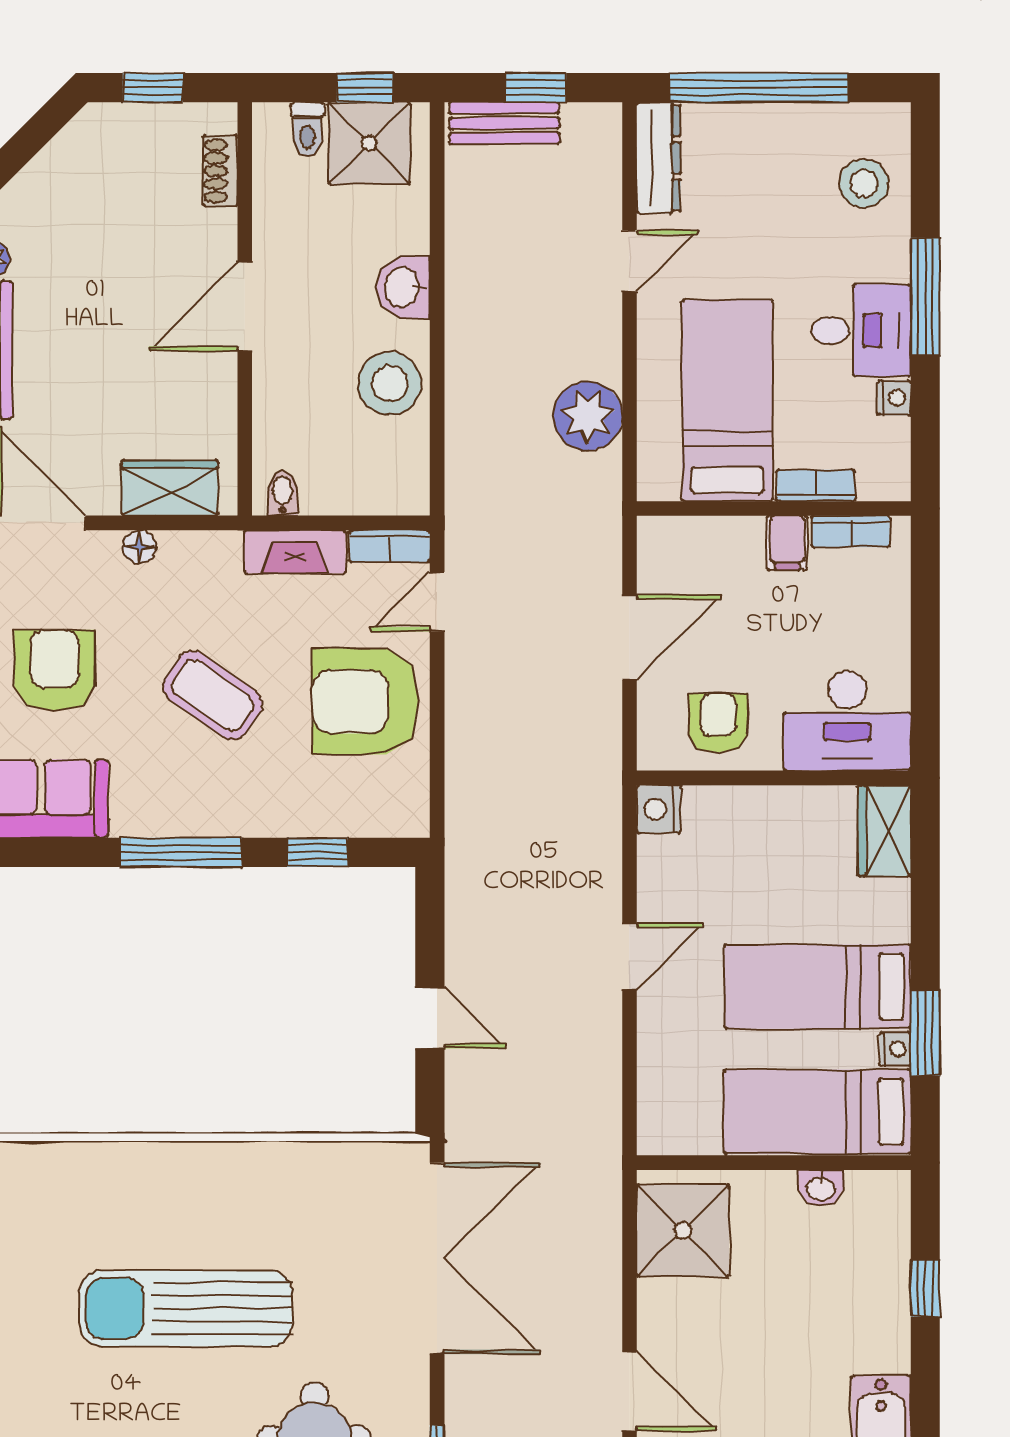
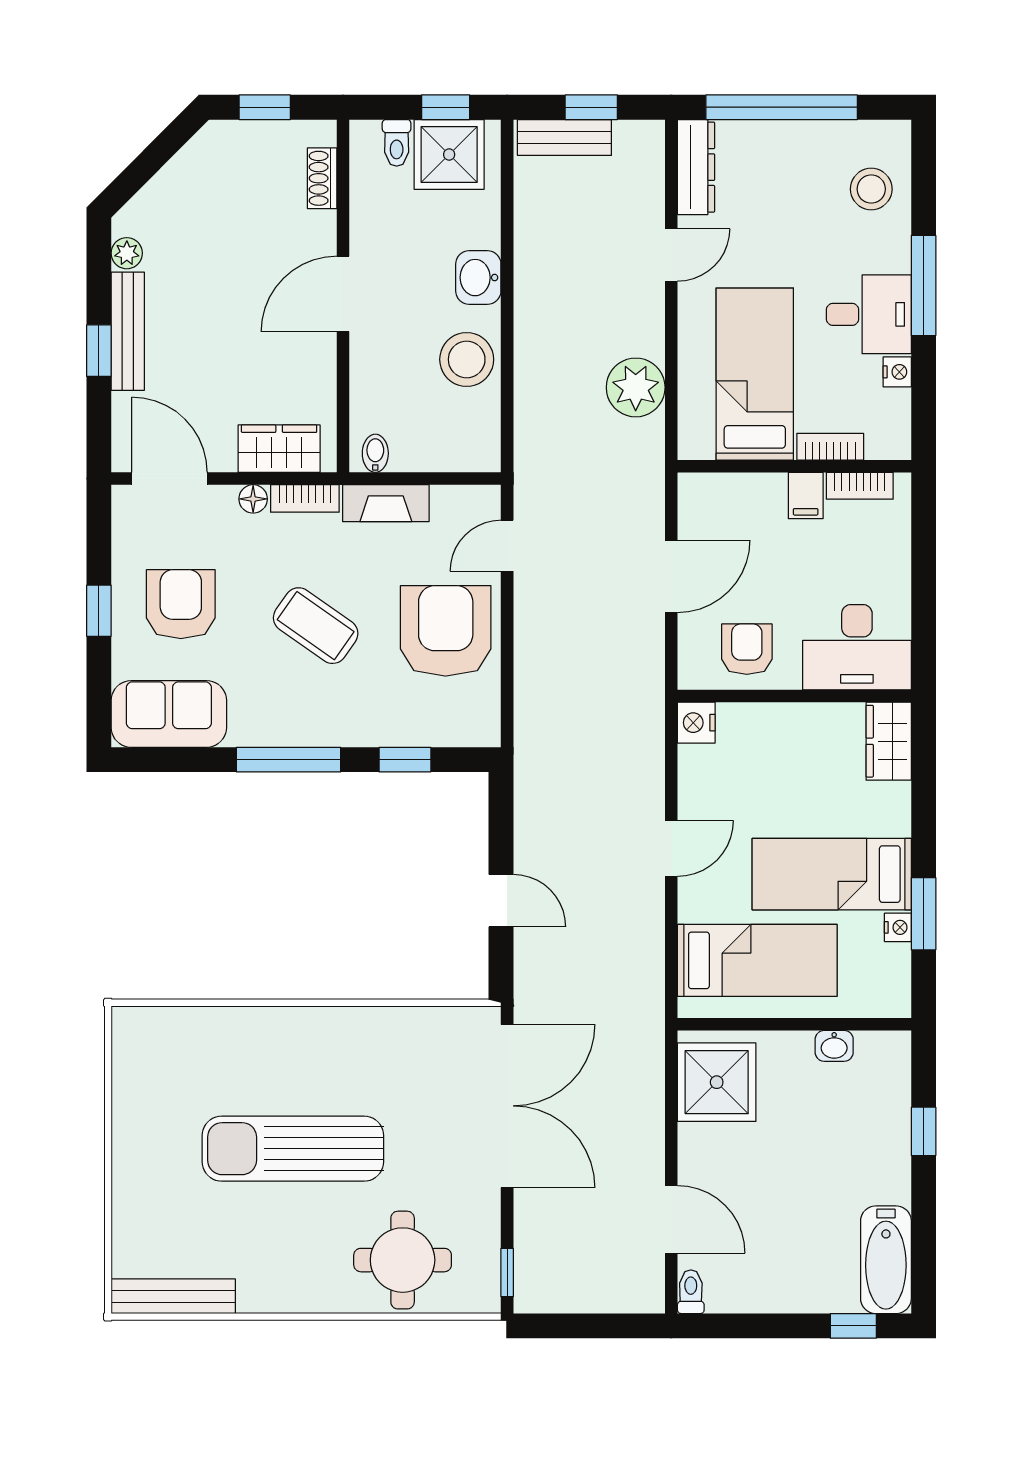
bookcase: (390, 546) -> (305, 498), moved
armchair: (365, 701) -> (446, 631), turned 90
bed: (817, 1112) -> (757, 960), moved, turned 180

